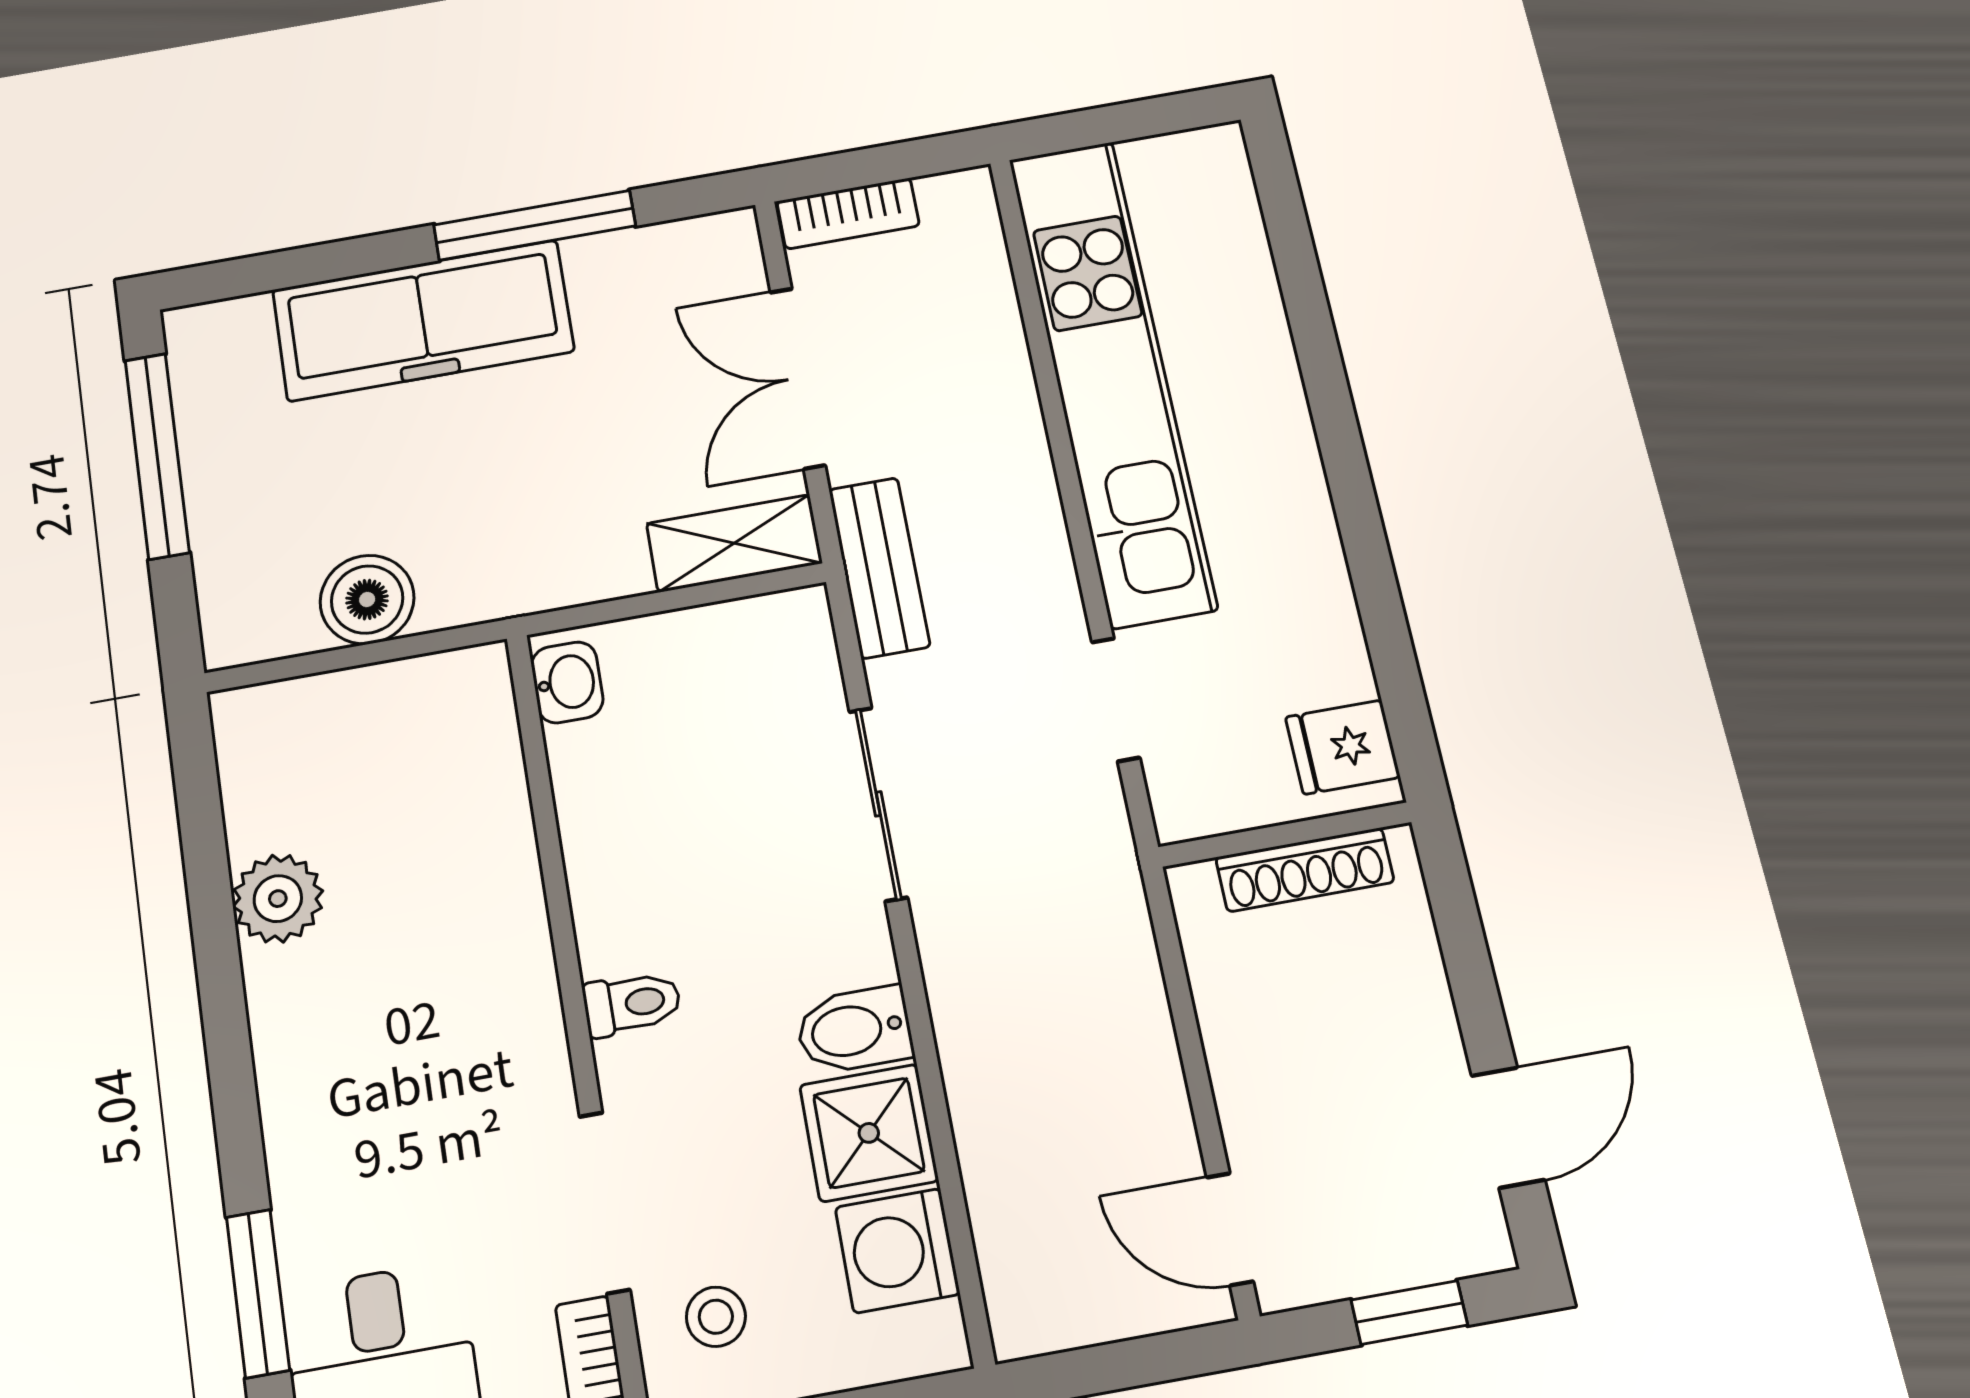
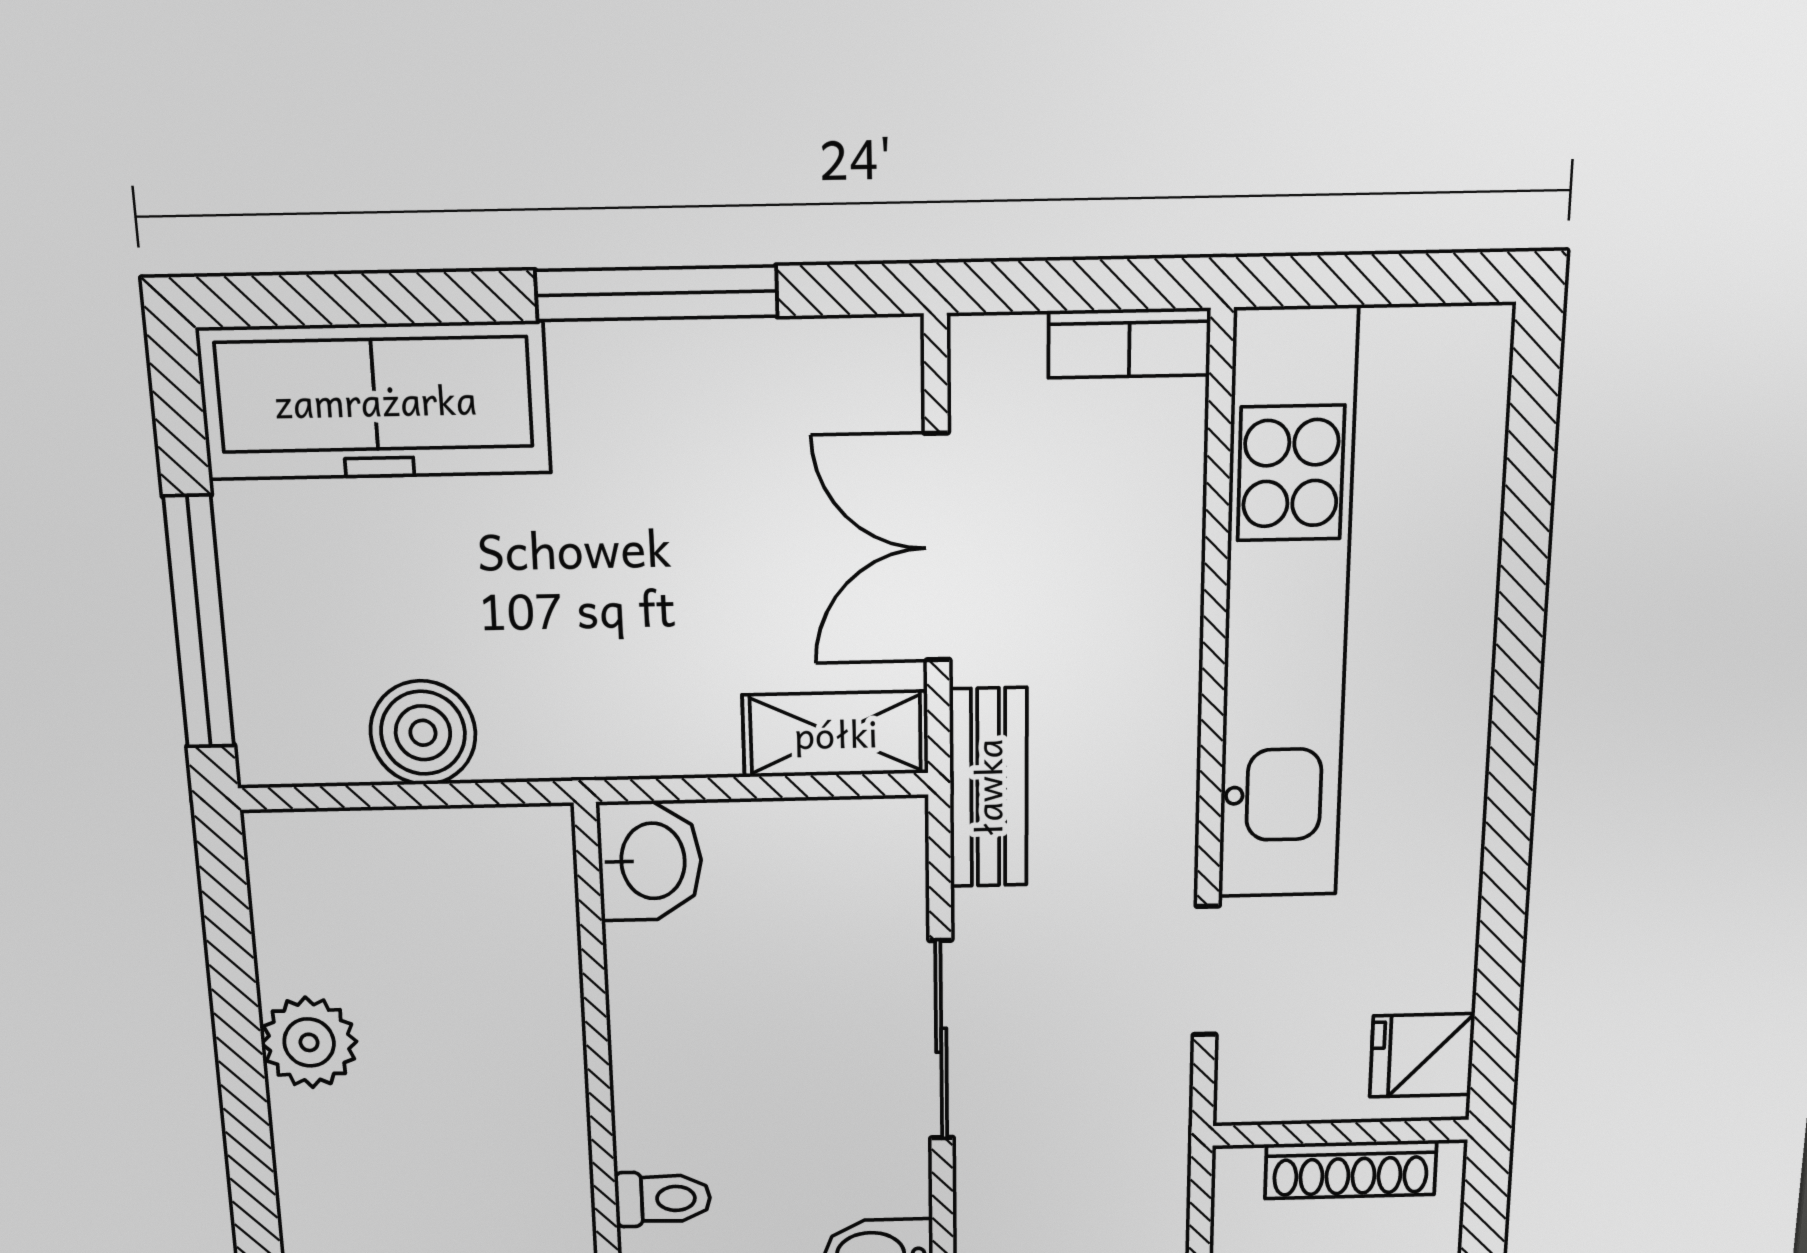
bookcase: (848, 213) -> (1129, 343), moved
freezer: (423, 321) -> (375, 401), moved
window: (157, 456) -> (199, 622), moved
washbasin: (567, 682) -> (650, 861), width x1.38, depth x1.45

